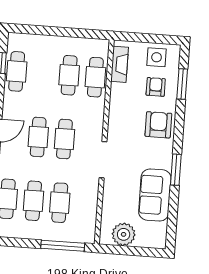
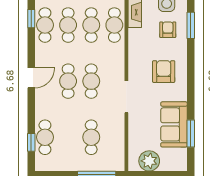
armchair: (158, 125) -> (164, 72), moved
window: (176, 170) -> (191, 134), moved
cafe table: (34, 201) -> (68, 25), moved

